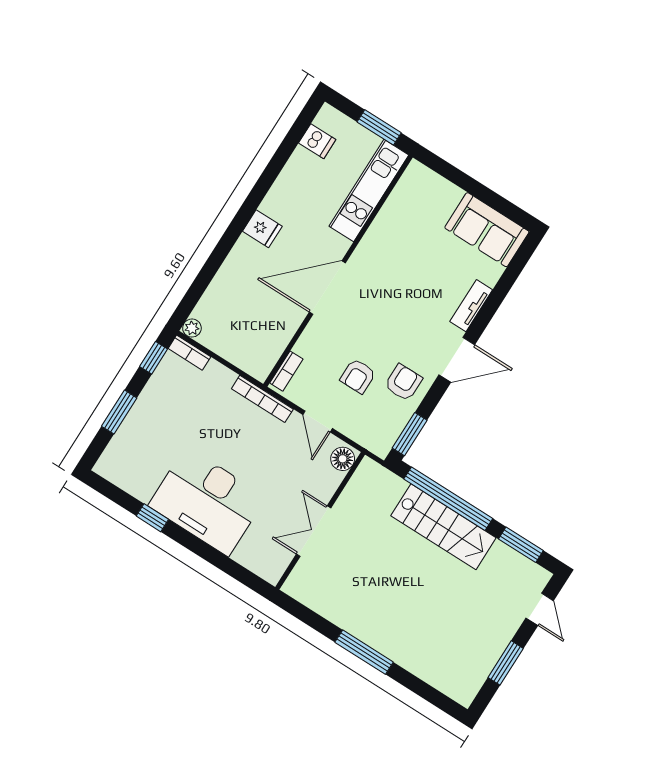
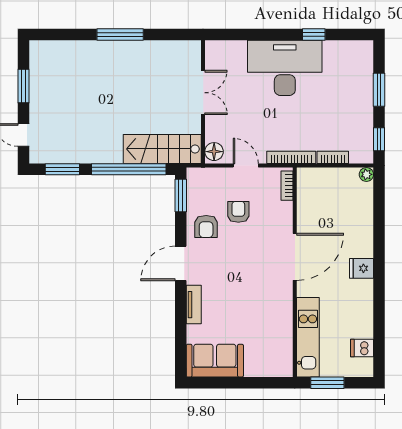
bookcase: (189, 353) -> (333, 157), moved
stairs: (443, 527) -> (162, 149), moved

